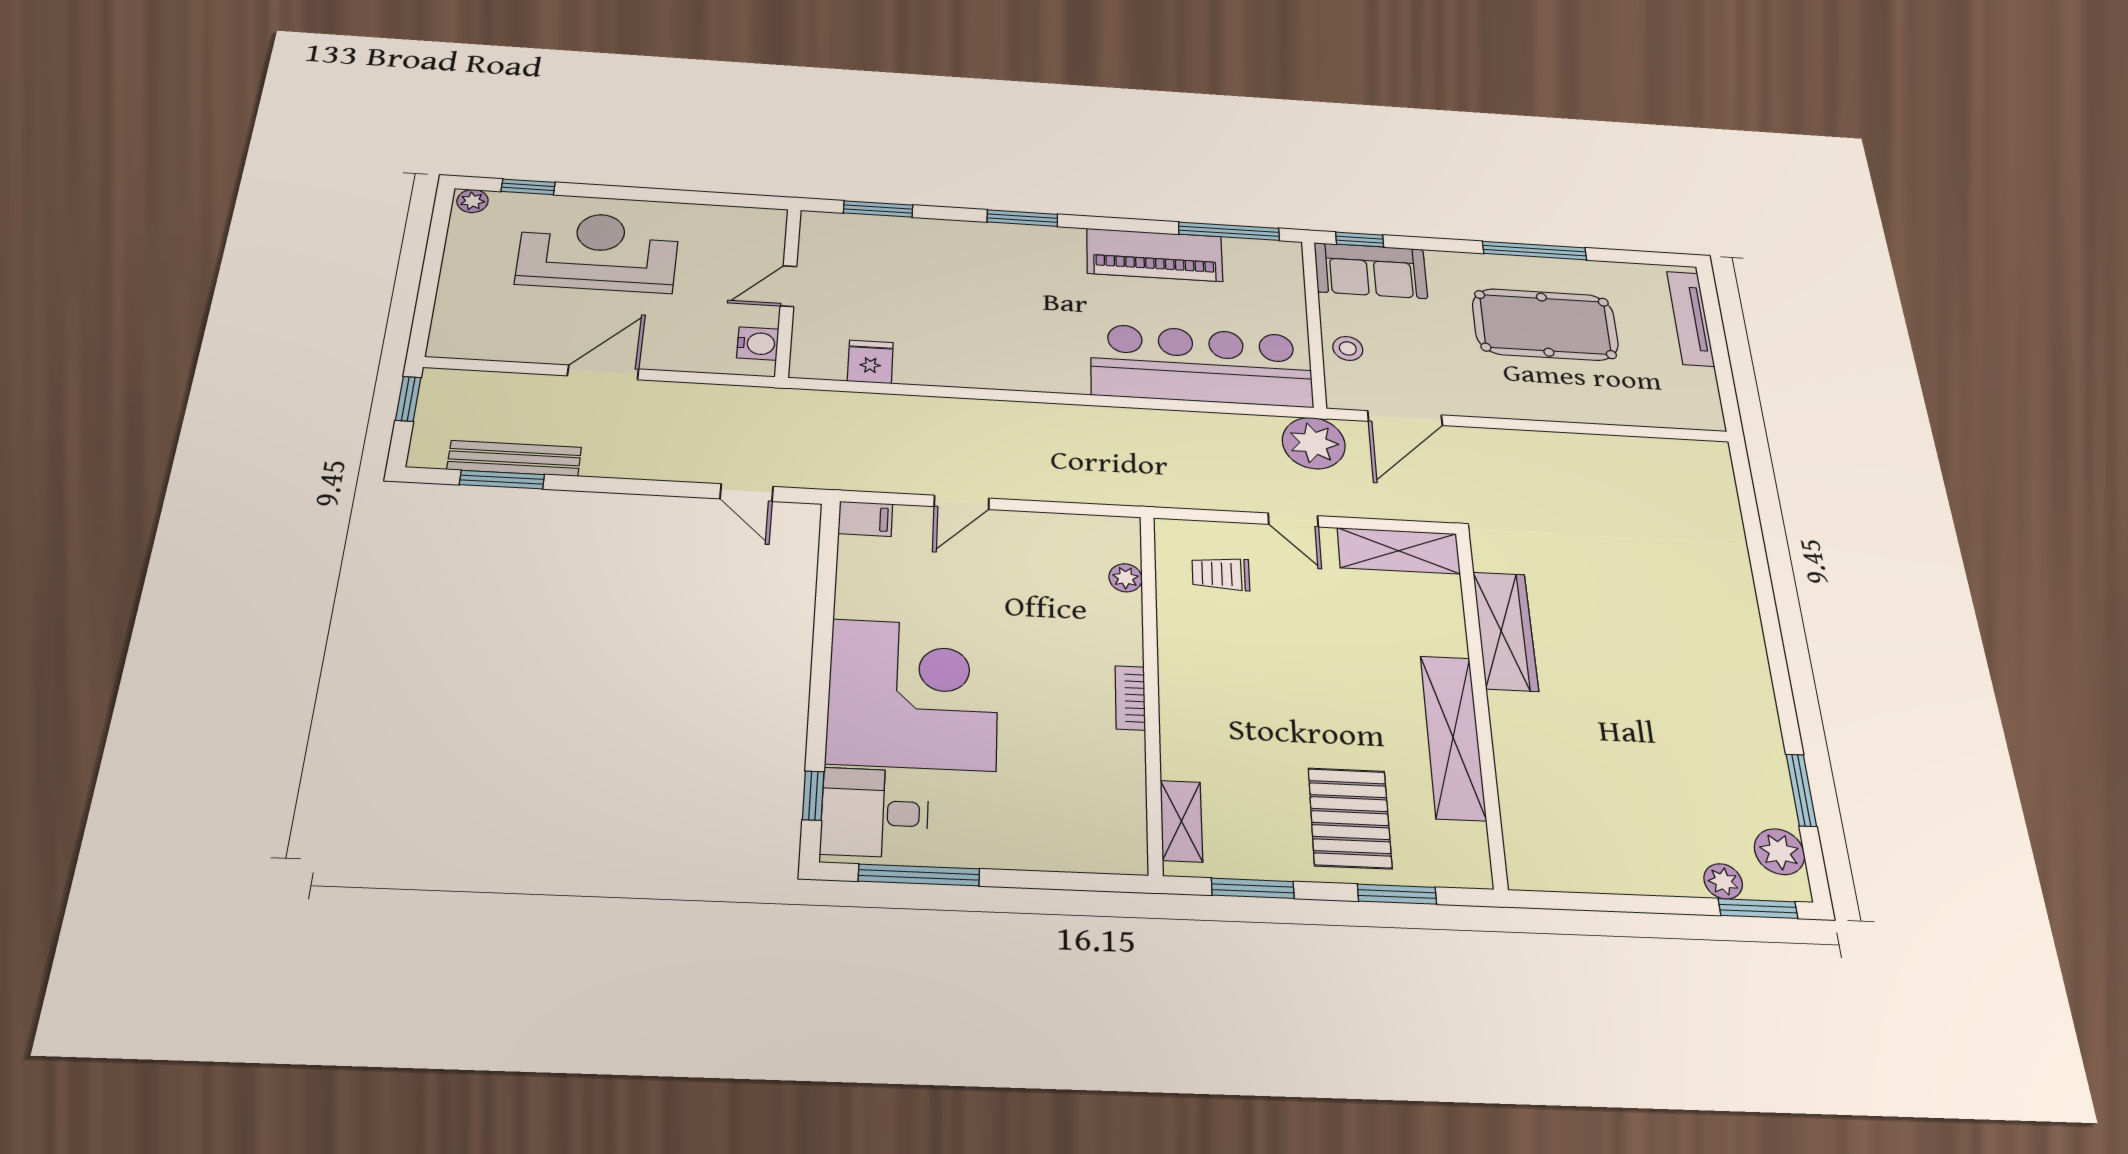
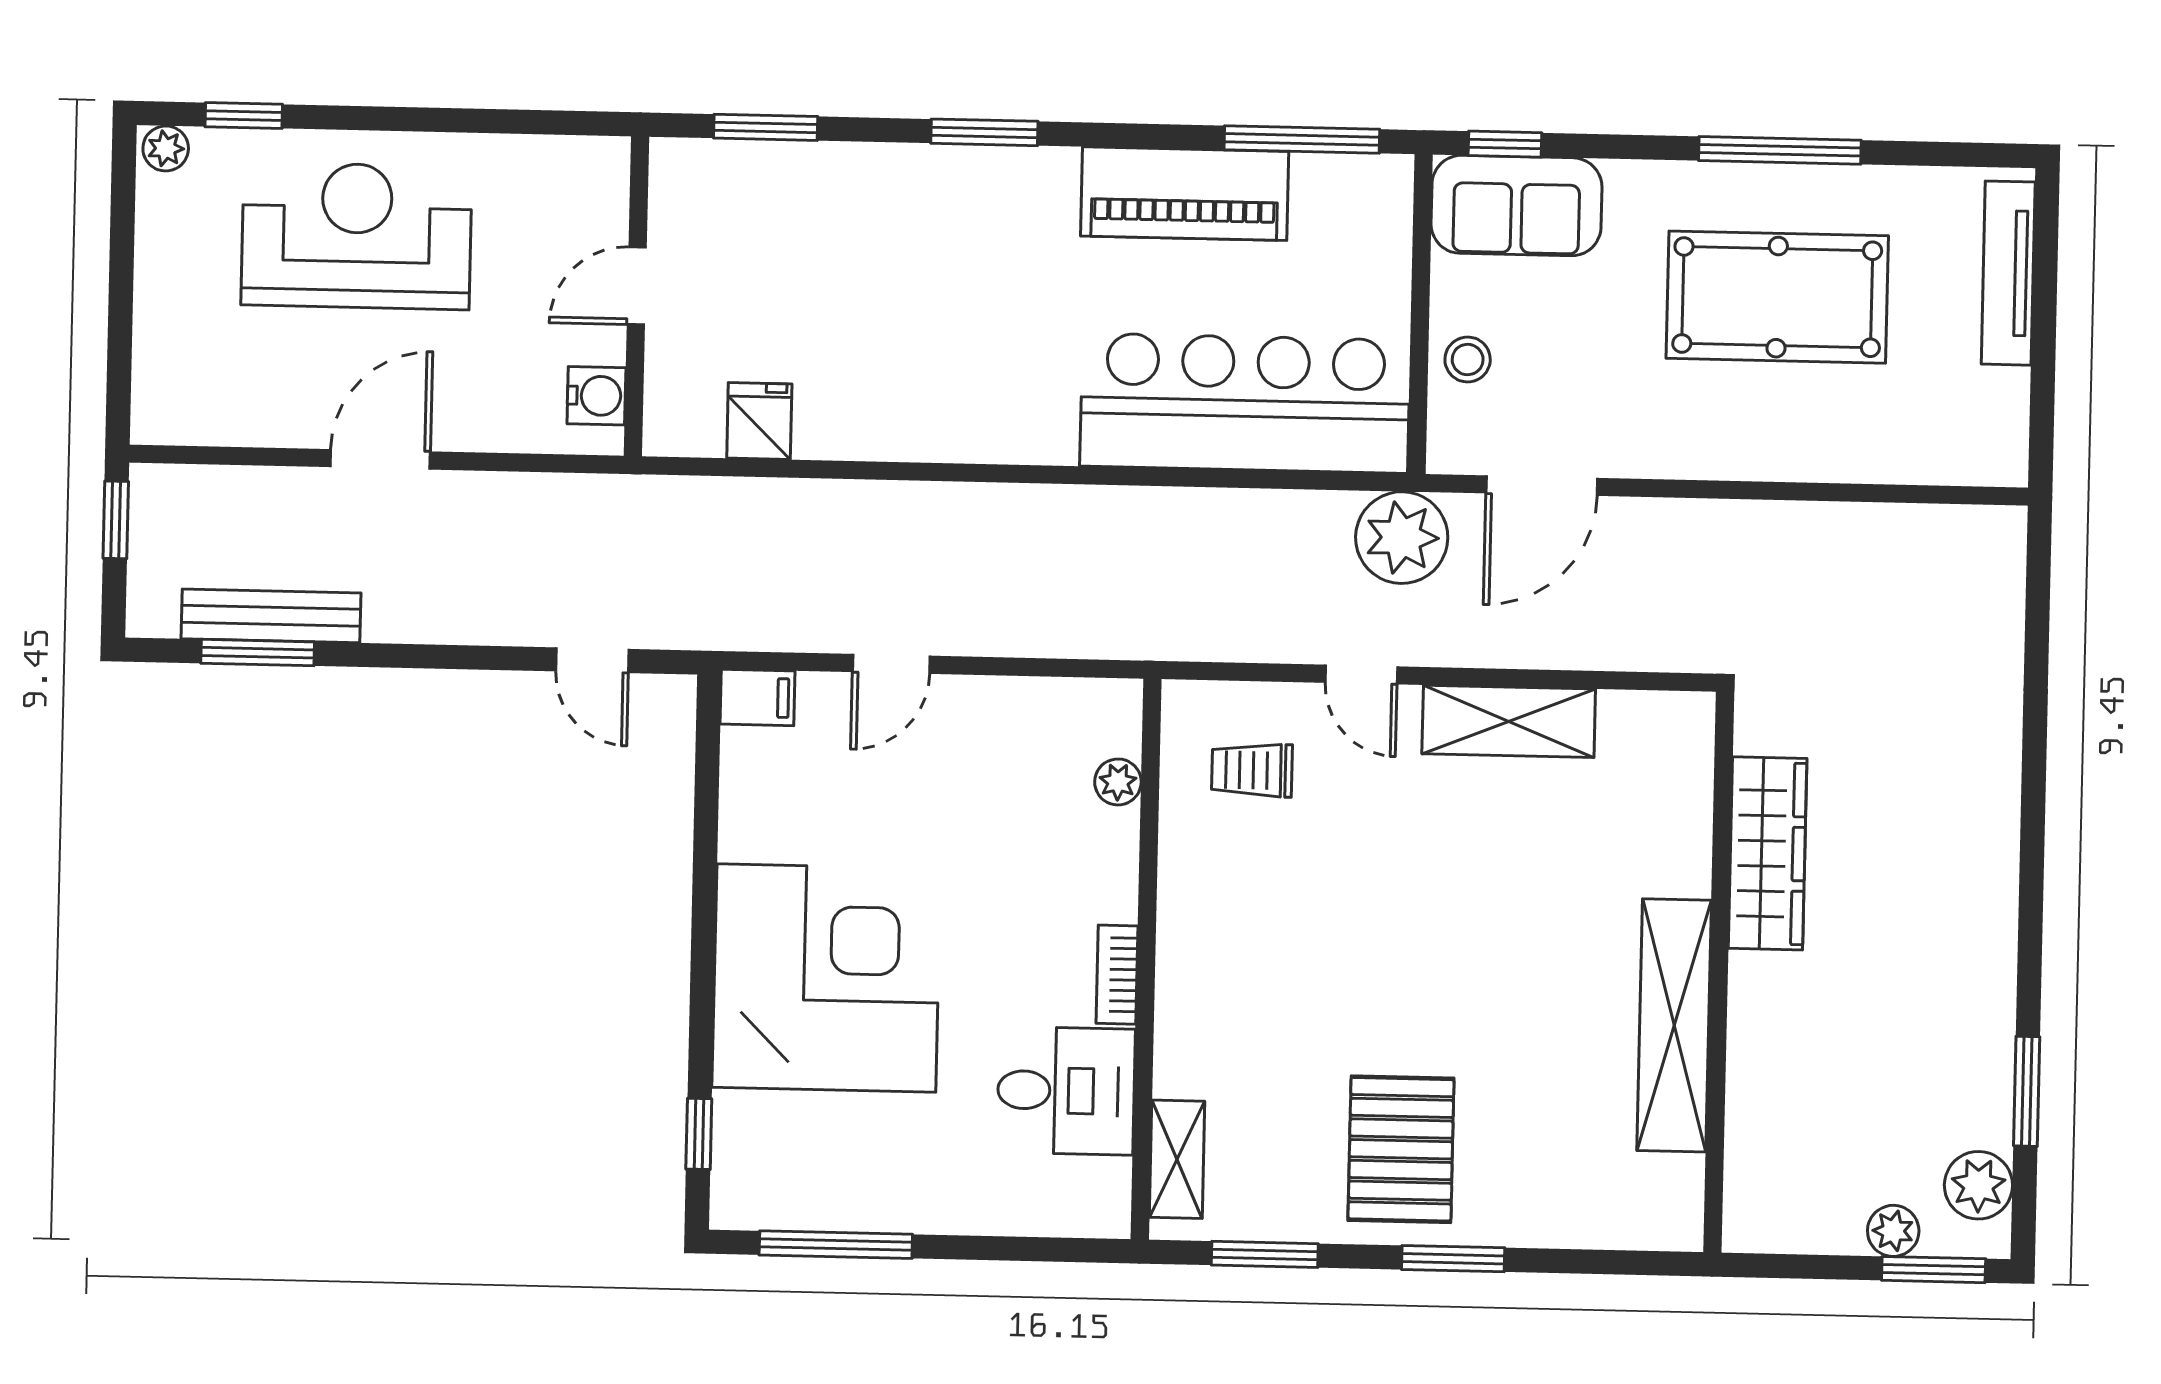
wardrobe: (1505, 631) -> (1768, 853), moved
wall: (1481, 704) -> (1719, 972), moved
shelving: (1453, 737) -> (1674, 1025), moved
desk: (875, 813) -> (1066, 1091), moved, turned 180

